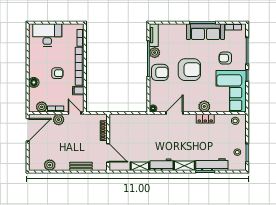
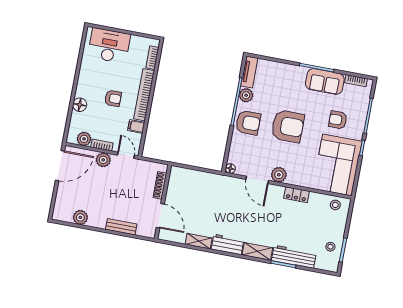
sofa: (205, 32) -> (325, 81), width x0.73
plant: (204, 106) -> (279, 175), moved
door: (174, 113) -> (257, 180), swing flipped

